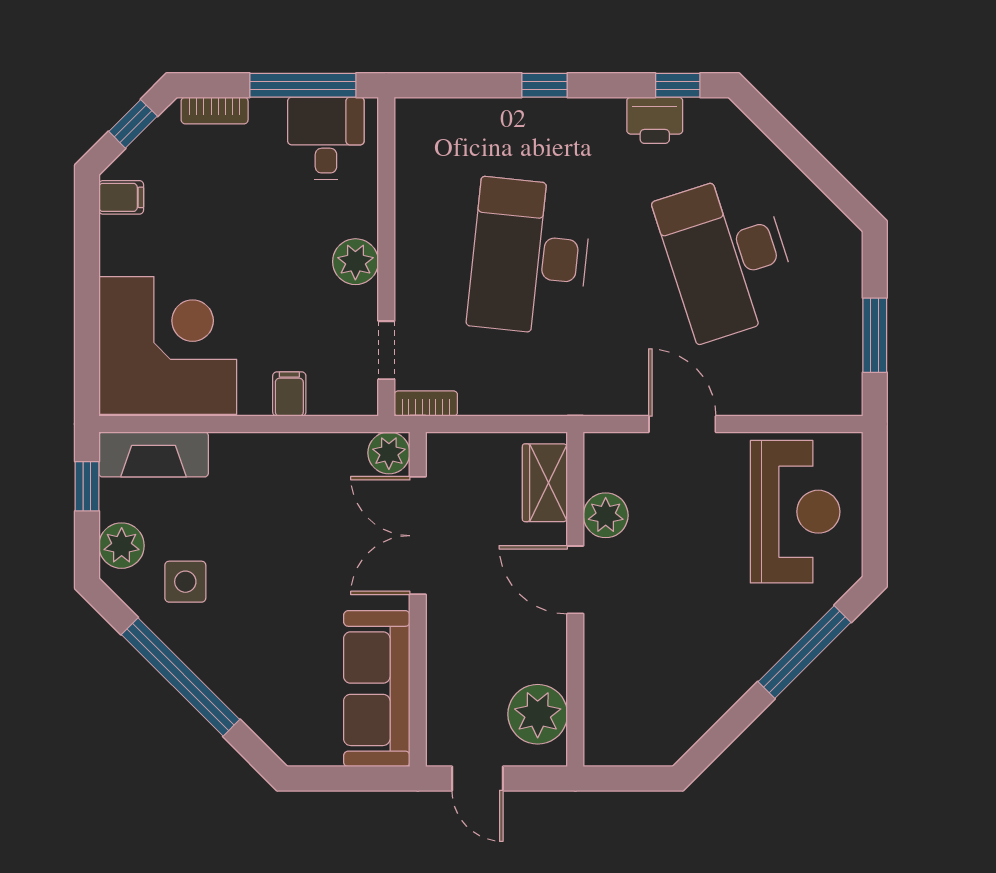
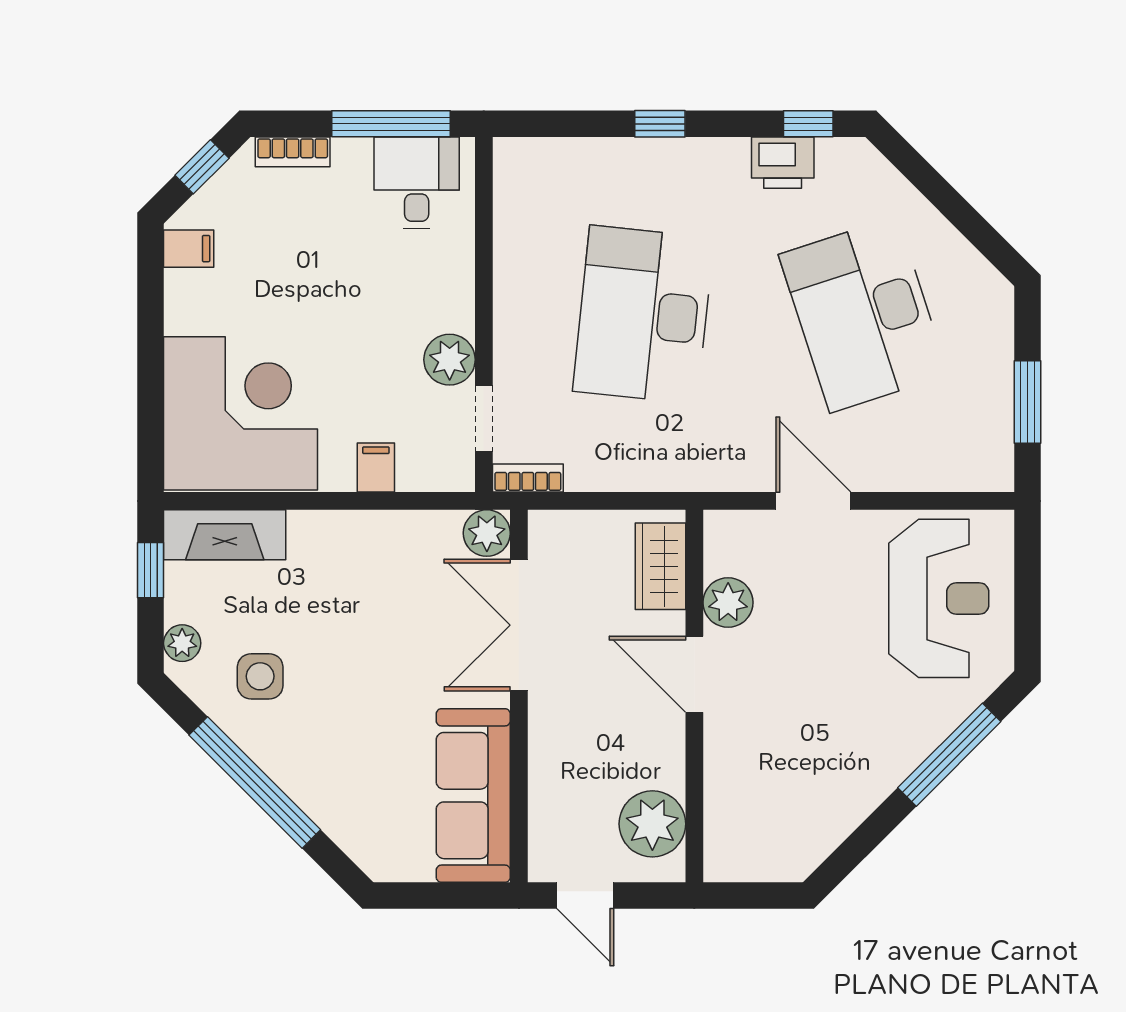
plant: (355, 262) -> (450, 360), moved
plant: (122, 546) -> (182, 643), width x0.73, depth x0.73

